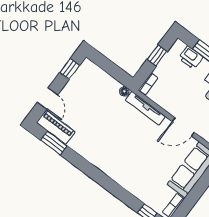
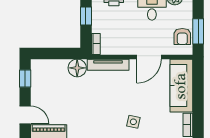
floor lamp: (124, 91) -> (77, 68), width x1.89, depth x1.89
side table: (131, 170) -> (133, 122), added

